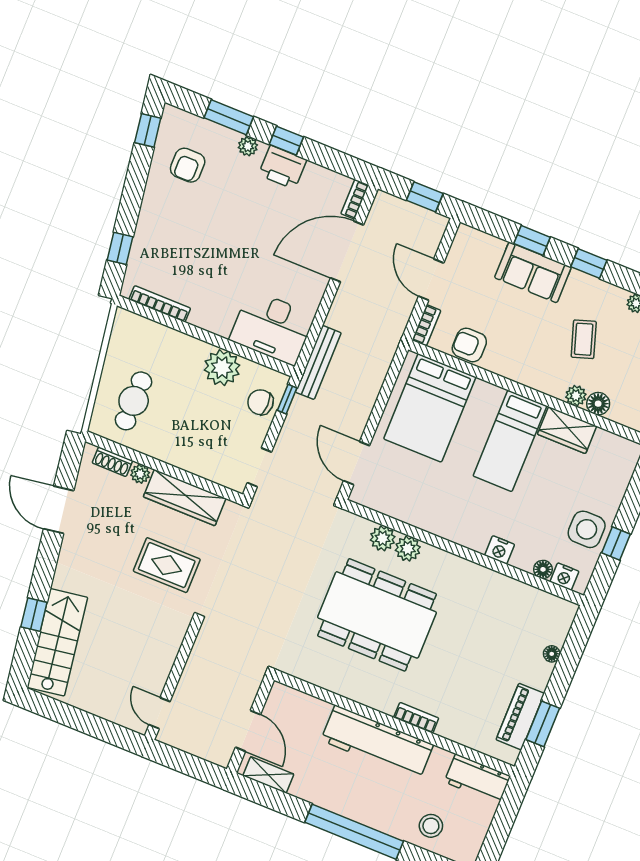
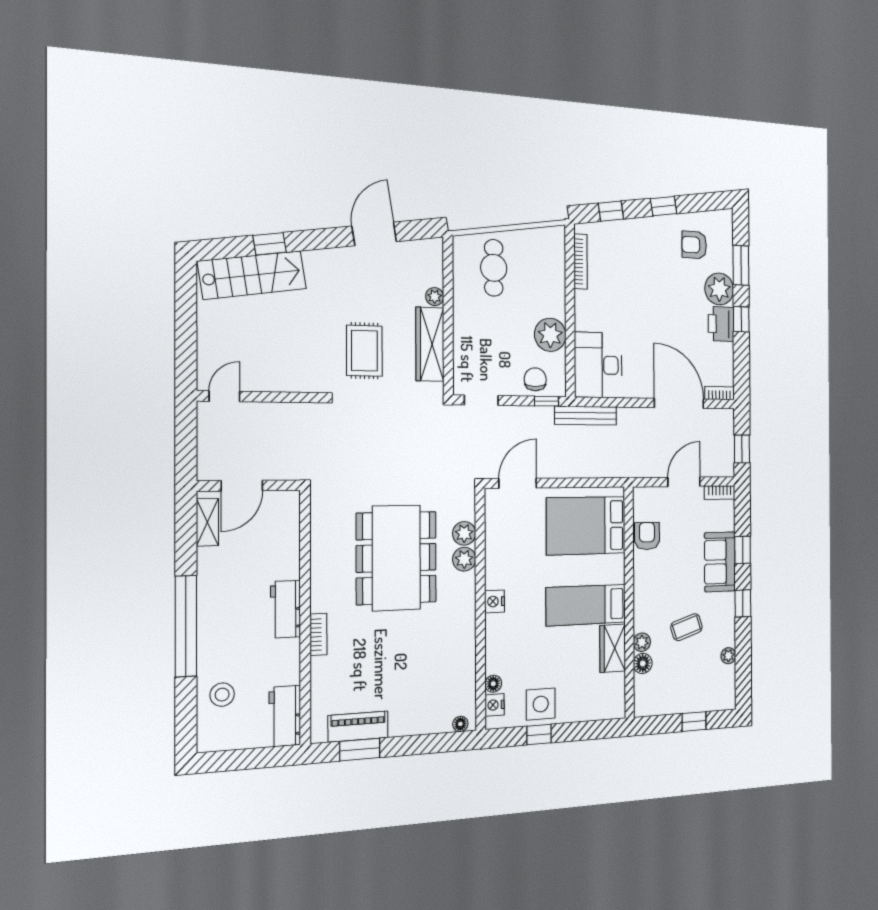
window: (148, 130) -> (664, 206), moved
plant: (248, 146) -> (719, 289), width x1.88, depth x1.88
bookcase: (426, 325) -> (720, 493), moved
cafe table: (134, 401) -> (494, 268), turned 90
shoe rack: (112, 462) -> (435, 268), removed
nightstand: (500, 550) -> (495, 601), moved
floor lamp: (552, 654) -> (460, 724), moved
workbench: (377, 743) -> (285, 609), width x0.53, depth x0.76

